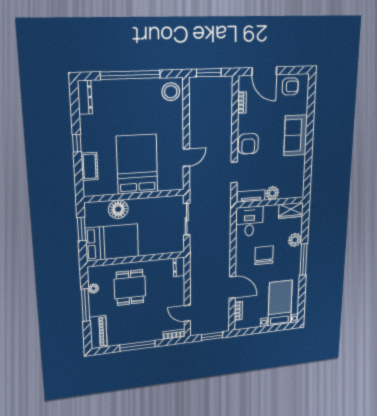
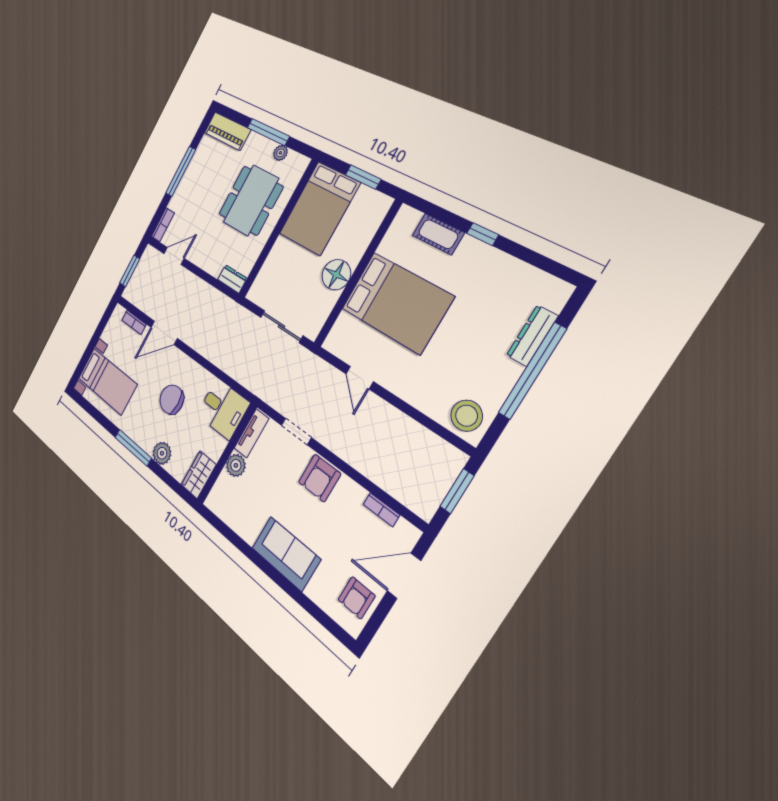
dresser: (85, 97) -> (532, 336), moved, turned 90
armchair: (248, 144) -> (320, 478), turned -90
floor lamp: (118, 209) -> (336, 275), moved
chair: (264, 255) -> (172, 400), turned 180
dining table: (130, 288) -> (251, 201), width x1.38

